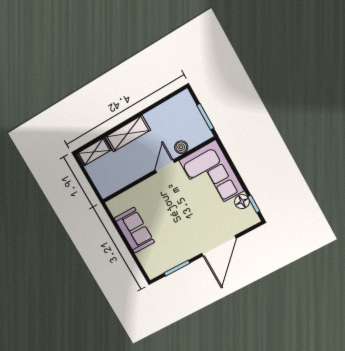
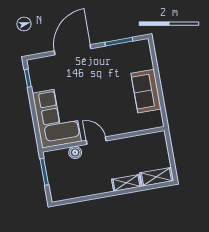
shelving: (128, 134) -> (126, 183), width x0.67, depth x0.75
door: (165, 166) -> (96, 141), swing flipped
floor lamp: (242, 202) -> (38, 84), removed

